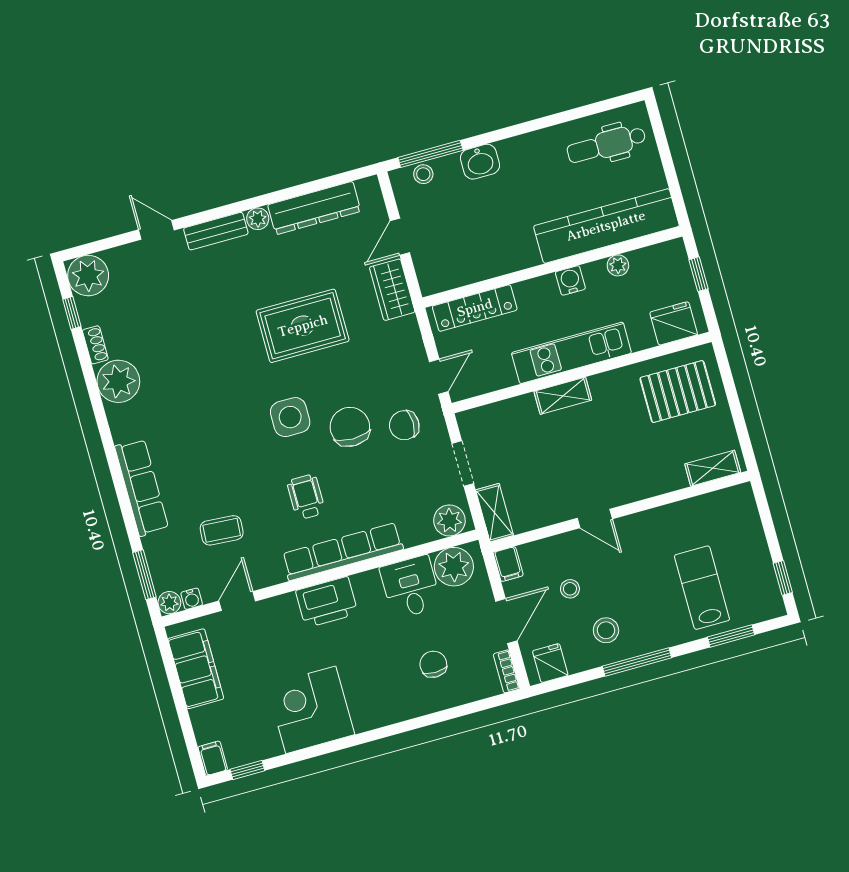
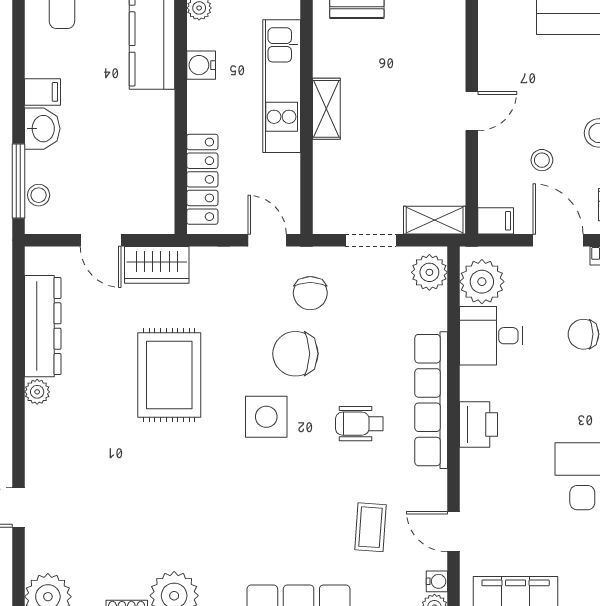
filing cabinet: (511, 153) -> (42, 92), added
bench: (216, 231) -> (38, 442), removed
printer: (327, 602) -> (478, 424), width x0.73, depth x0.84

